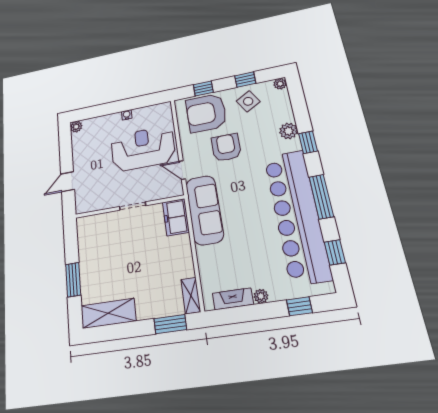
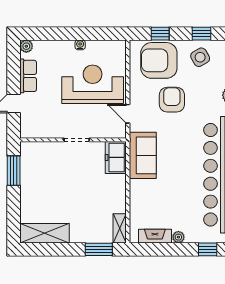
row of seats: (80, 153) -> (28, 76), added
sofa: (205, 210) -> (143, 155), width x0.73
window: (73, 280) -> (14, 171), moved

